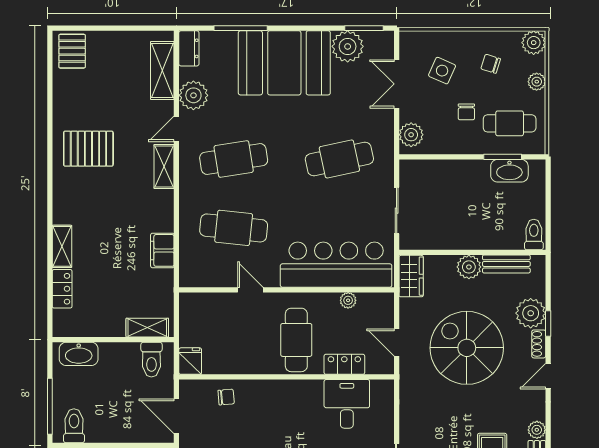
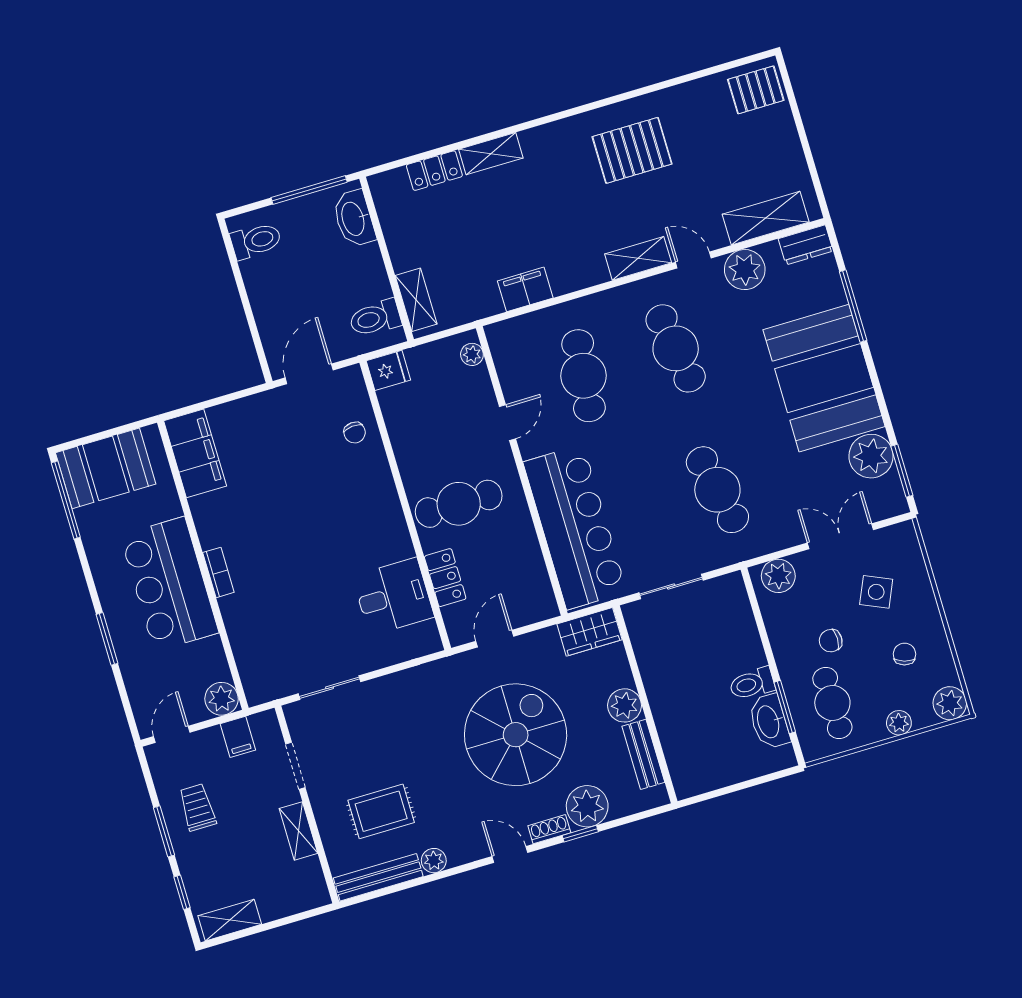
pallet: (88, 149) -> (632, 150), turned 90
toilet: (534, 235) -> (752, 684), moved, turned 180
plant: (348, 300) -> (472, 354), moved
window: (50, 406) -> (309, 190), moved

